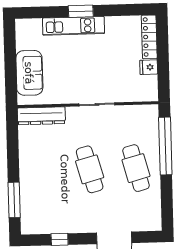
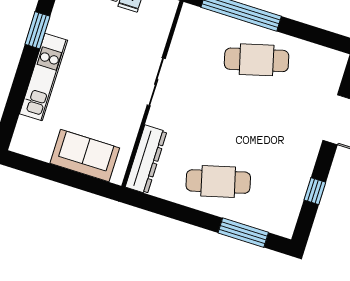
window: (81, 11) -> (37, 30), moved
cafe table: (90, 169) -> (218, 182), moved

